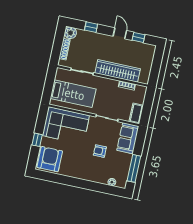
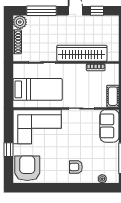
window: (91, 27) -> (42, 11), width x2.17
armchair: (100, 151) -> (76, 167), moved

